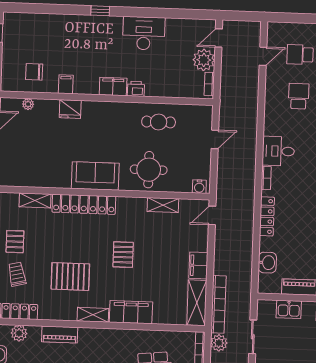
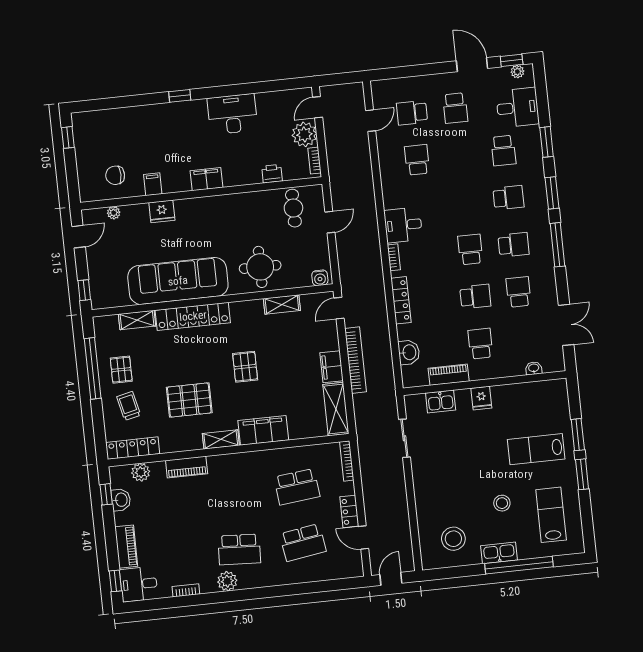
printer: (136, 89) -> (272, 174), moved
cafe table: (159, 122) -> (293, 208), moved, turned 90
sofa: (95, 176) -> (178, 281), width x1.85, depth x1.27
bookcase: (218, 304) -> (355, 360), moved
plant: (219, 343) -> (367, 451), removed

